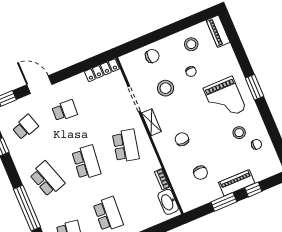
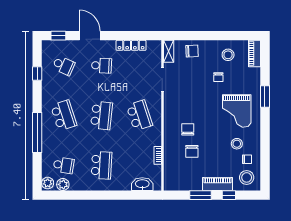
locker: (102, 70) -> (131, 45), moved
window: (254, 87) -> (265, 97), moved
stool: (166, 88) -> (247, 177), moved
shelving: (151, 122) -> (169, 51), moved
school desk: (25, 127) -> (64, 66), turned 42
school desk: (126, 146) -> (139, 115), turned -30
chair: (201, 173) -> (192, 151), moved
washbasin: (168, 202) -> (142, 184), moved, turned 90

